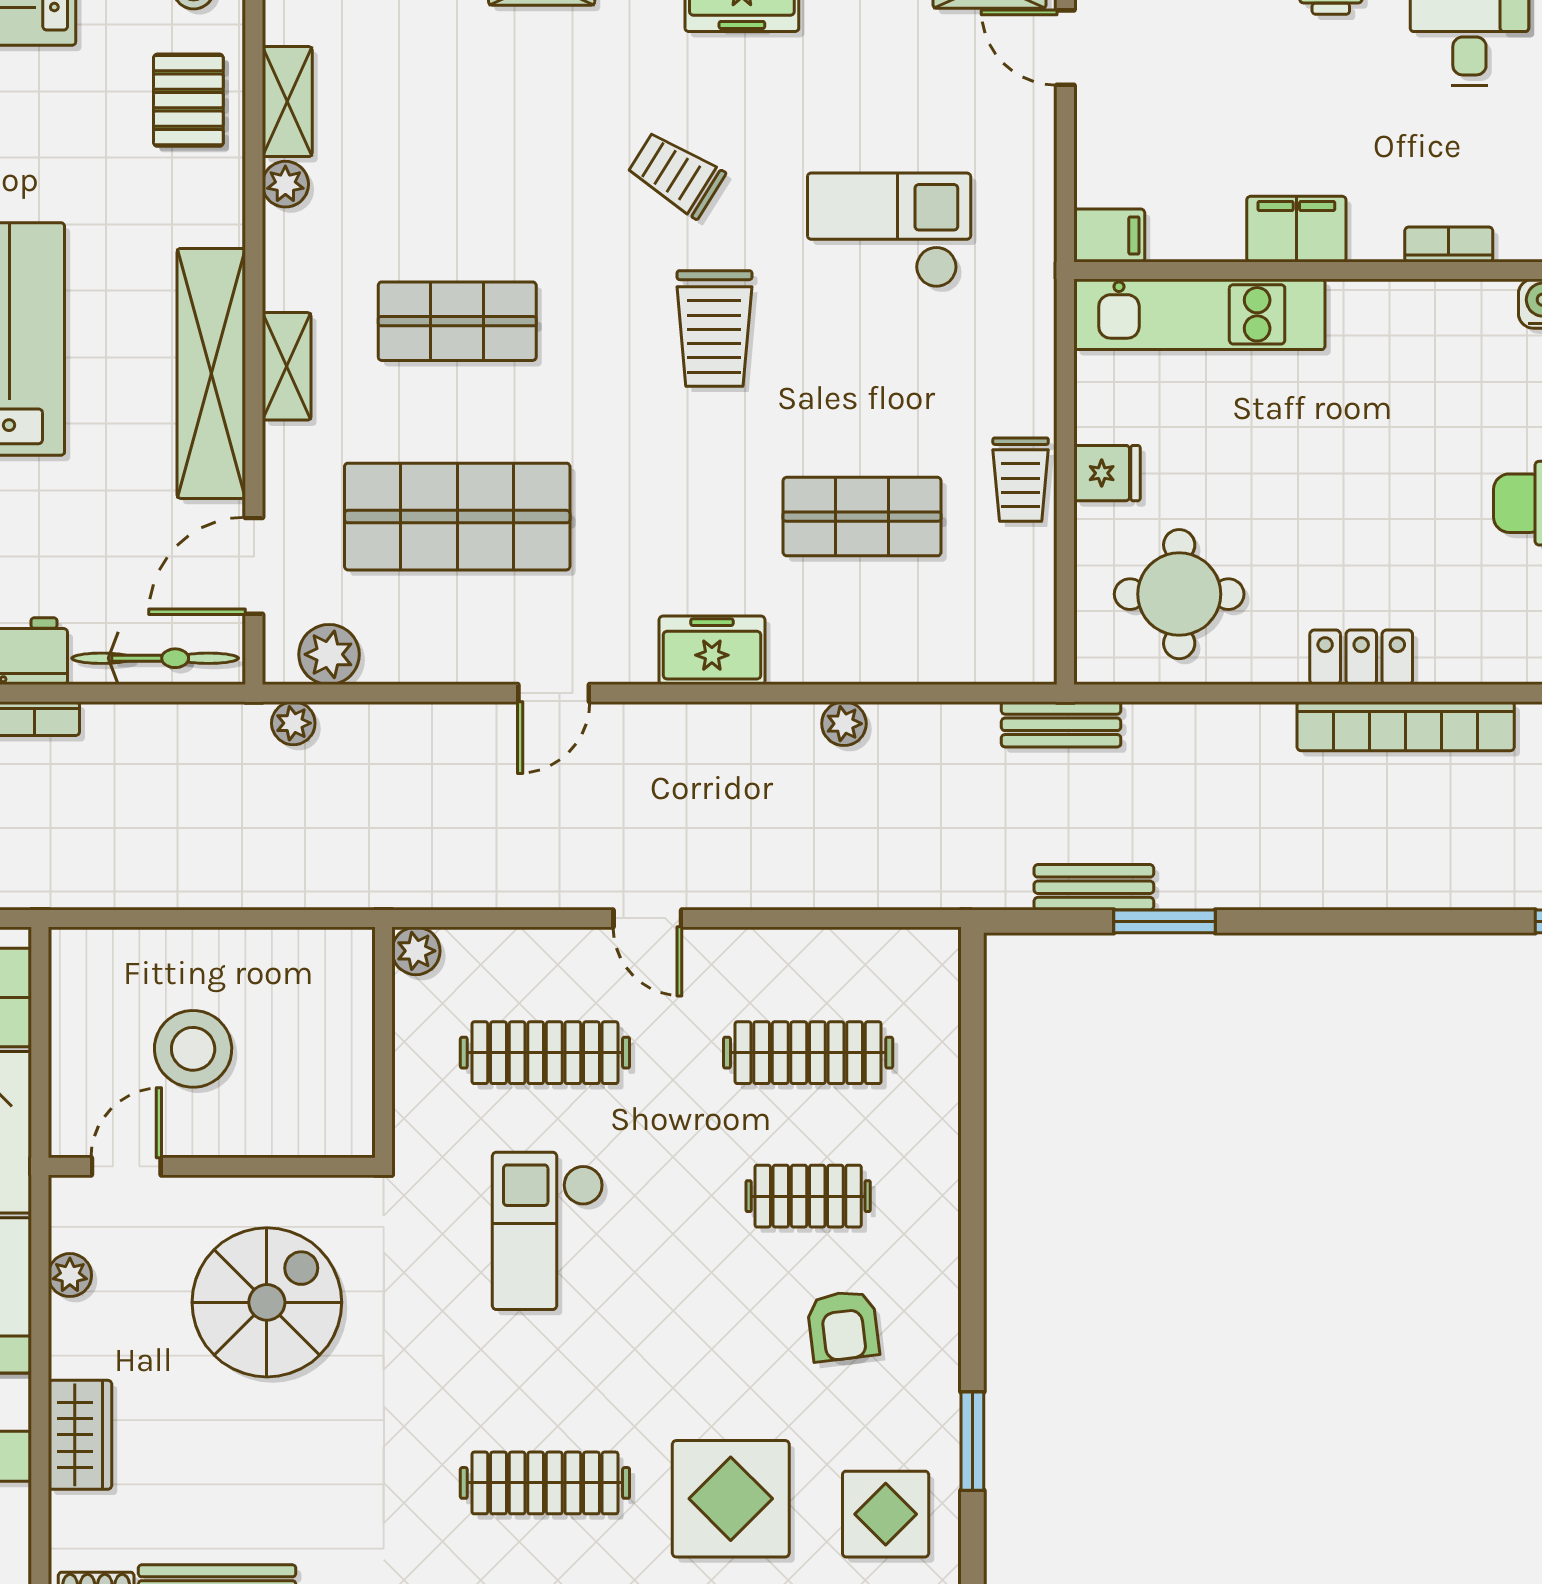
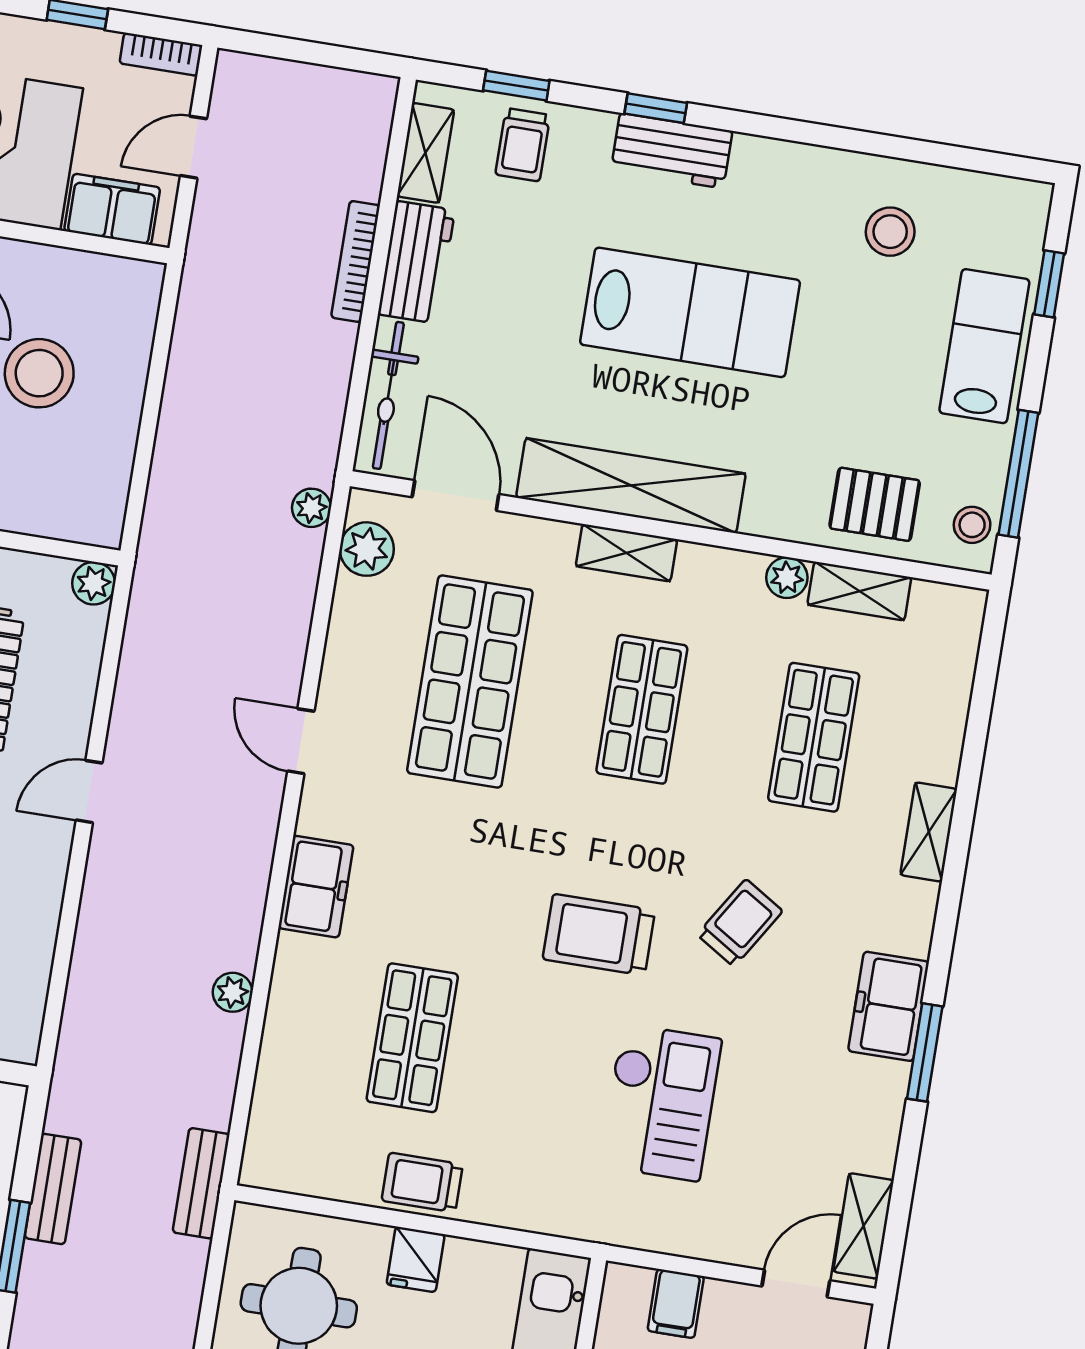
shop shelf: (457, 126) -> (814, 737), added
filing cabinet: (1109, 235) -> (676, 1304), moved

